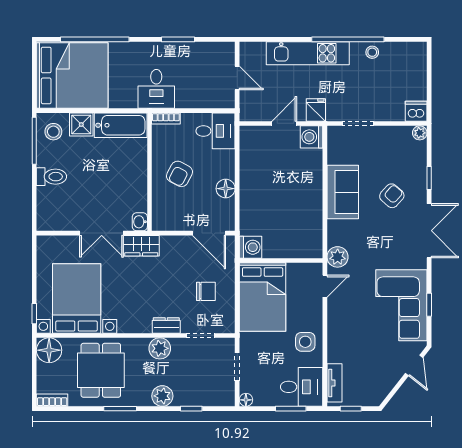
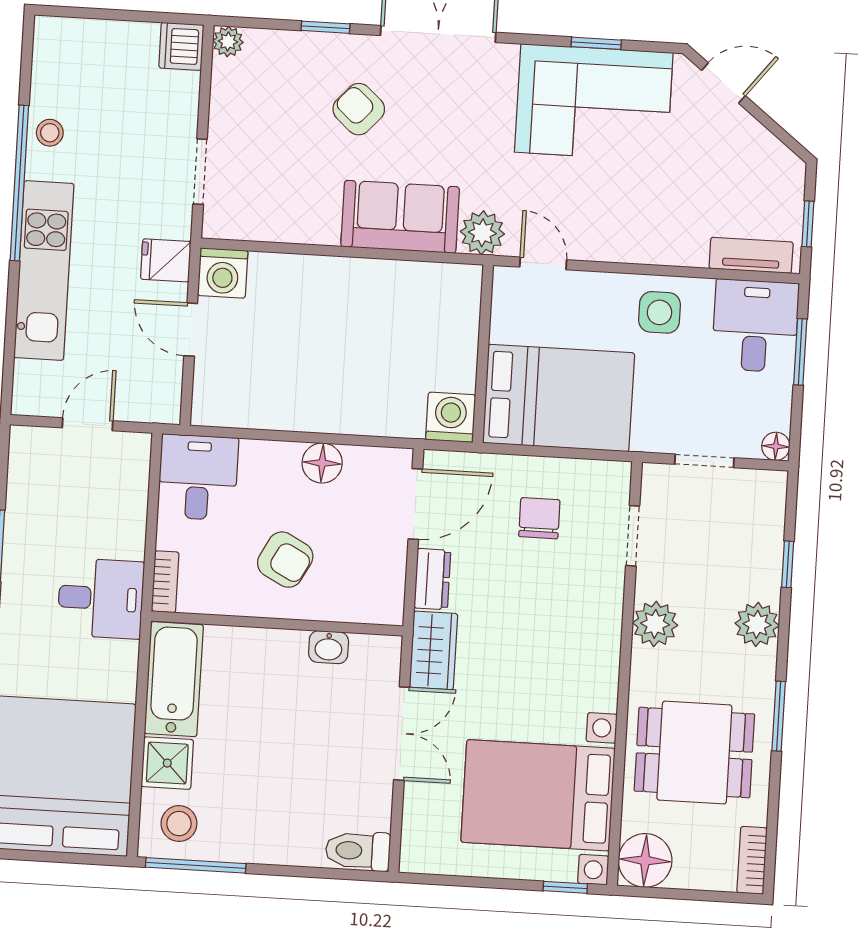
toilet: (51, 177) -> (358, 851), moved, turned -90
sofa: (343, 192) -> (400, 217), moved
washbasin: (140, 222) -> (329, 647), moved
dresser: (166, 325) -> (432, 579), moved, turned 180

